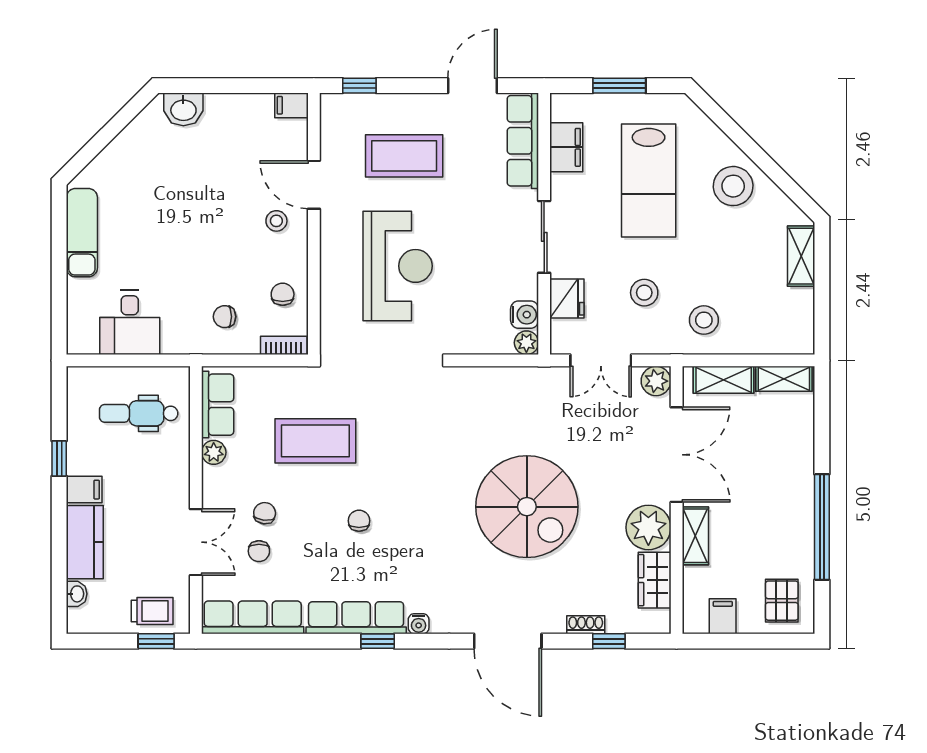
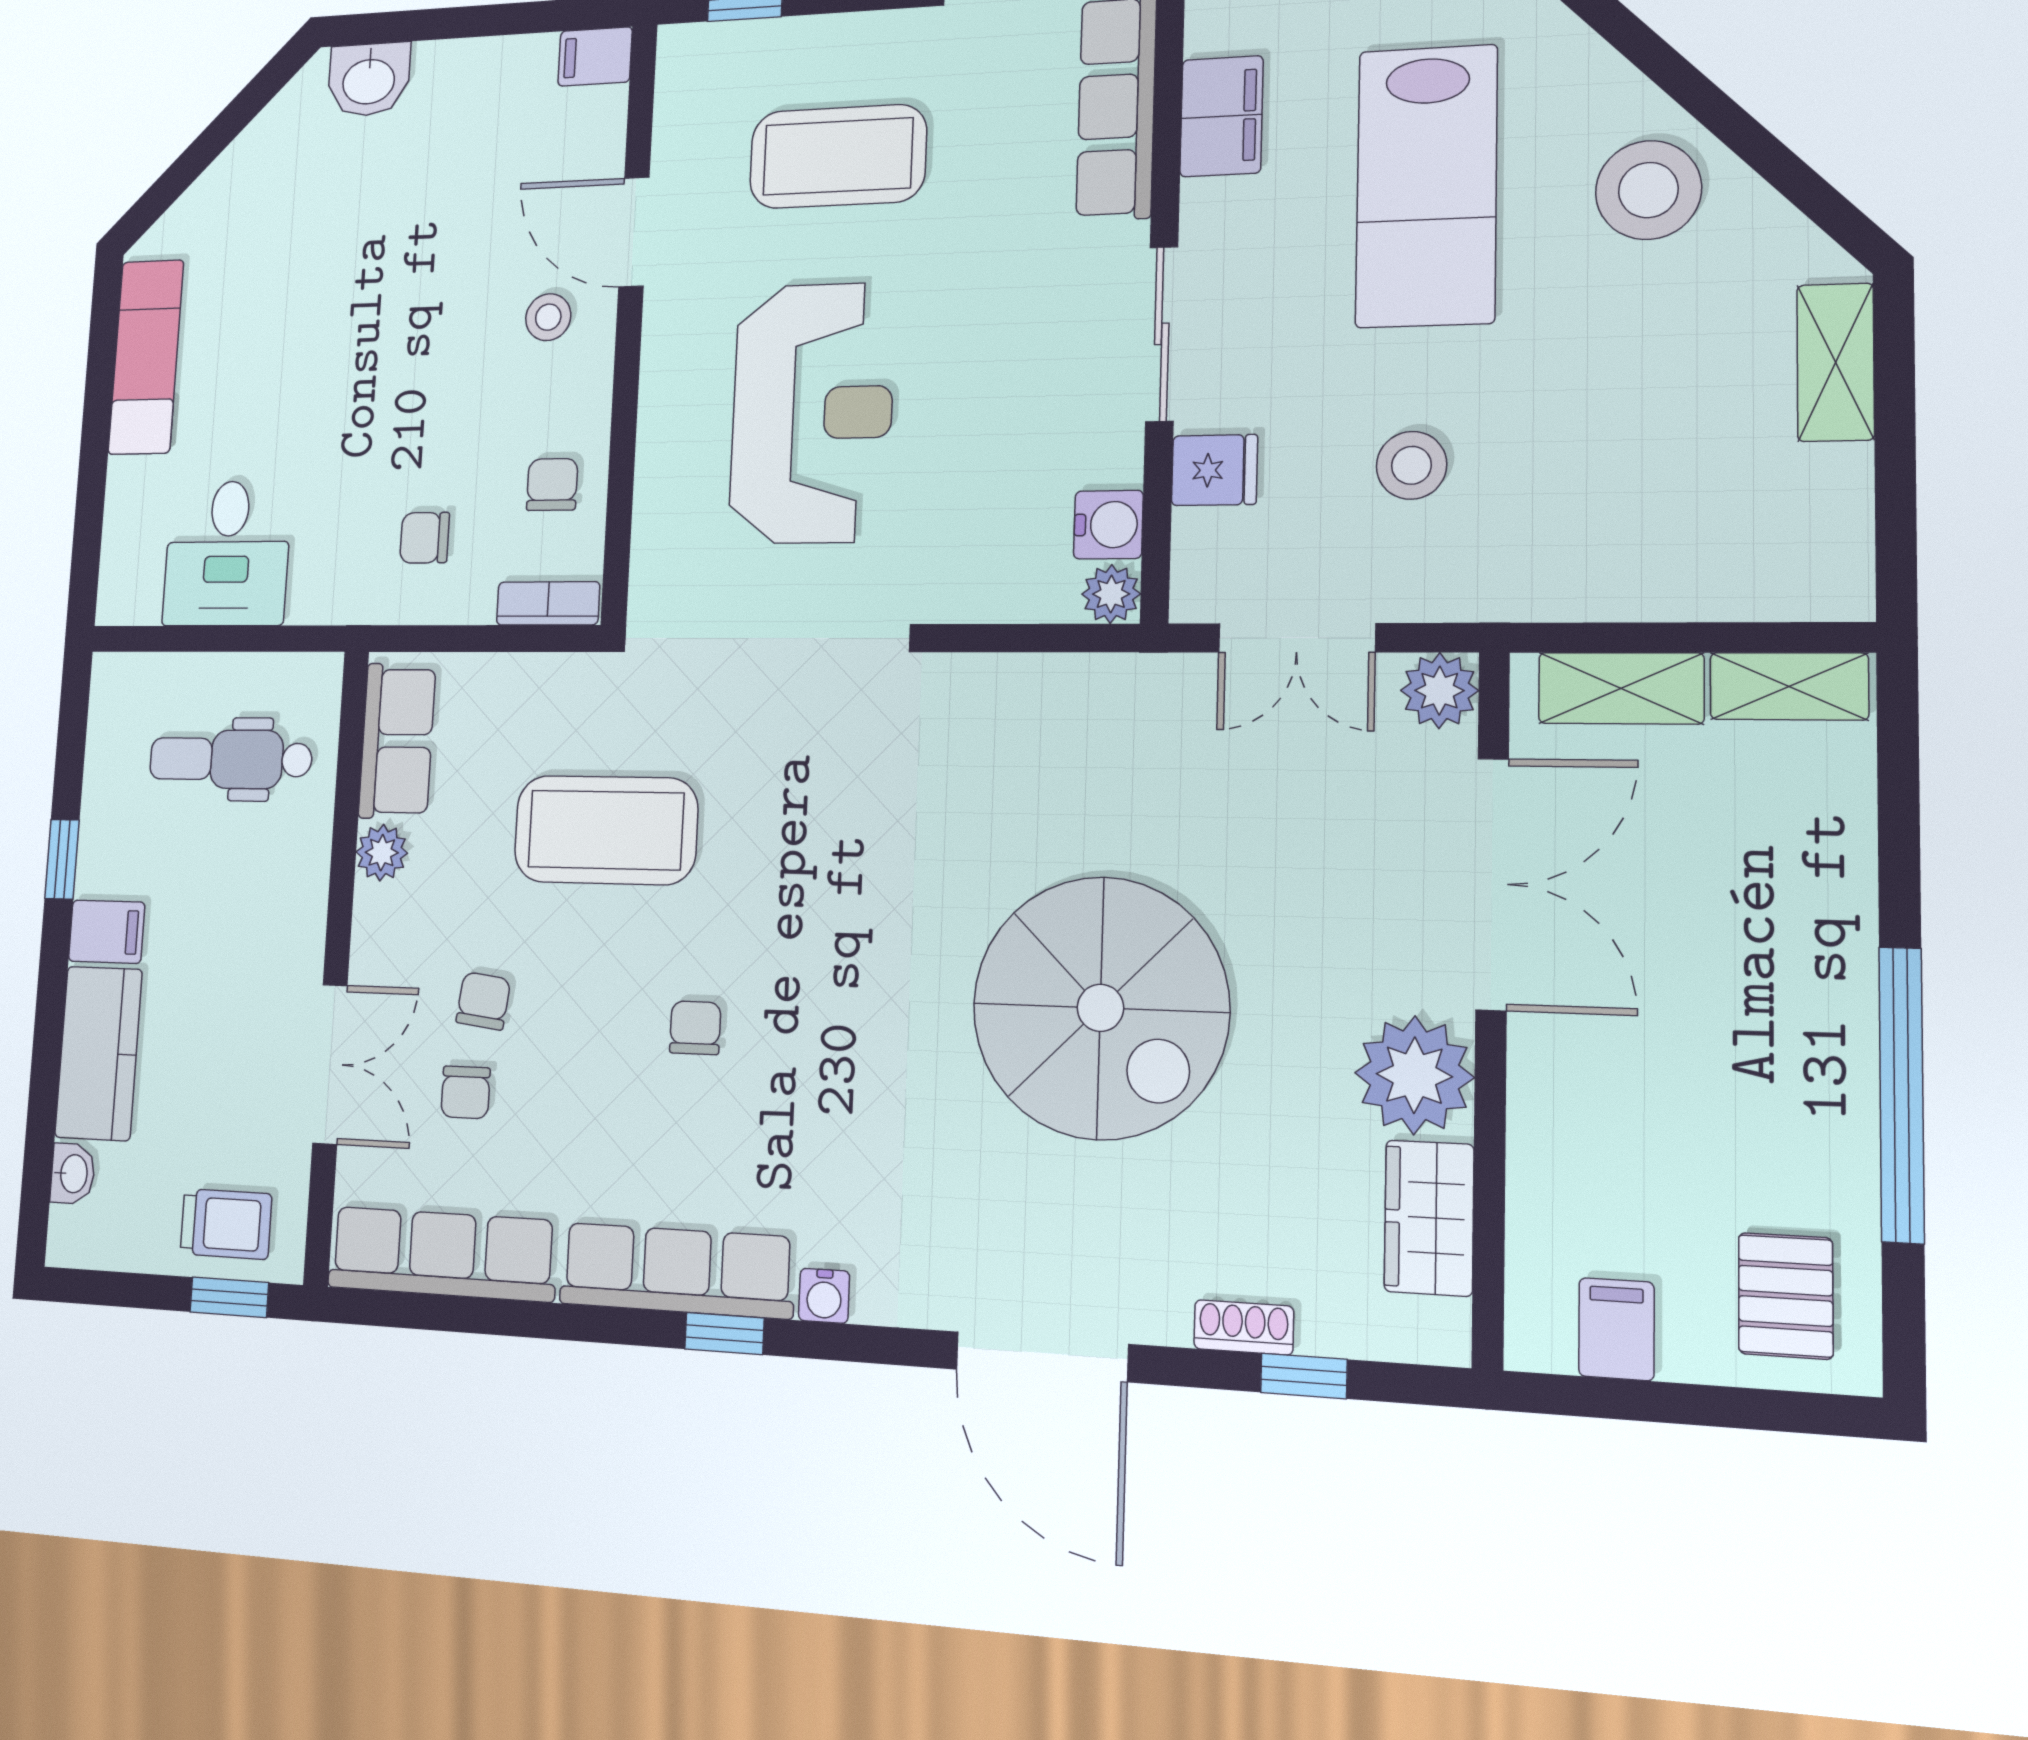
fridge: (567, 299) -> (1214, 470), width x0.72
stool: (704, 320) -> (1568, 533), removed
shelving: (695, 536) -> (1541, 1103), removed

